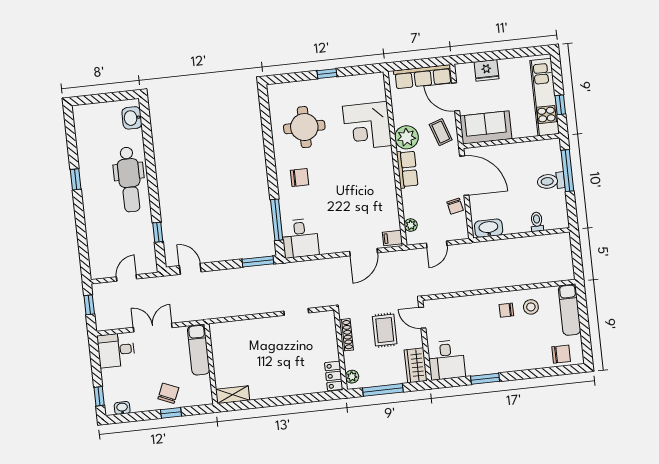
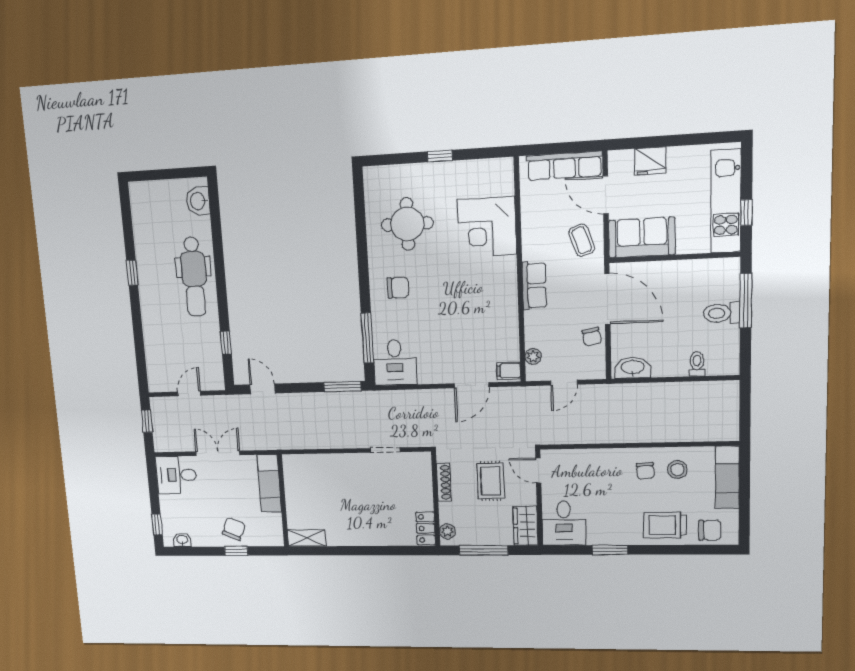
plant: (407, 137) -> (537, 245), removed
chair: (506, 310) -> (645, 471), turned -93
trolley: (526, 354) -> (665, 525), added

